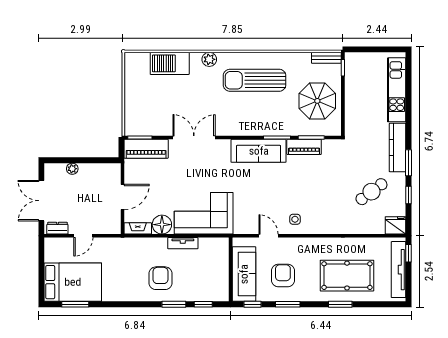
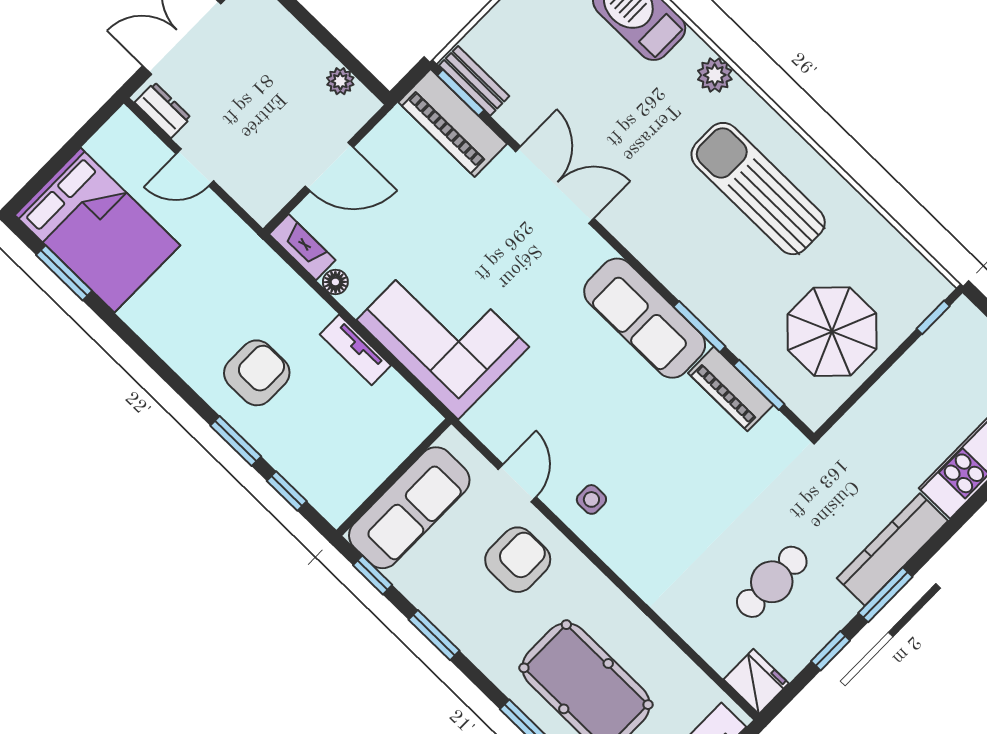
bench: (326, 58) -> (474, 81), moved
plant: (72, 169) -> (340, 81), moved
cafe table: (371, 192) -> (772, 582), turned -53
floor lamp: (162, 225) -> (335, 282), width x0.53, depth x0.53
armchair: (283, 275) -> (518, 560), moved

